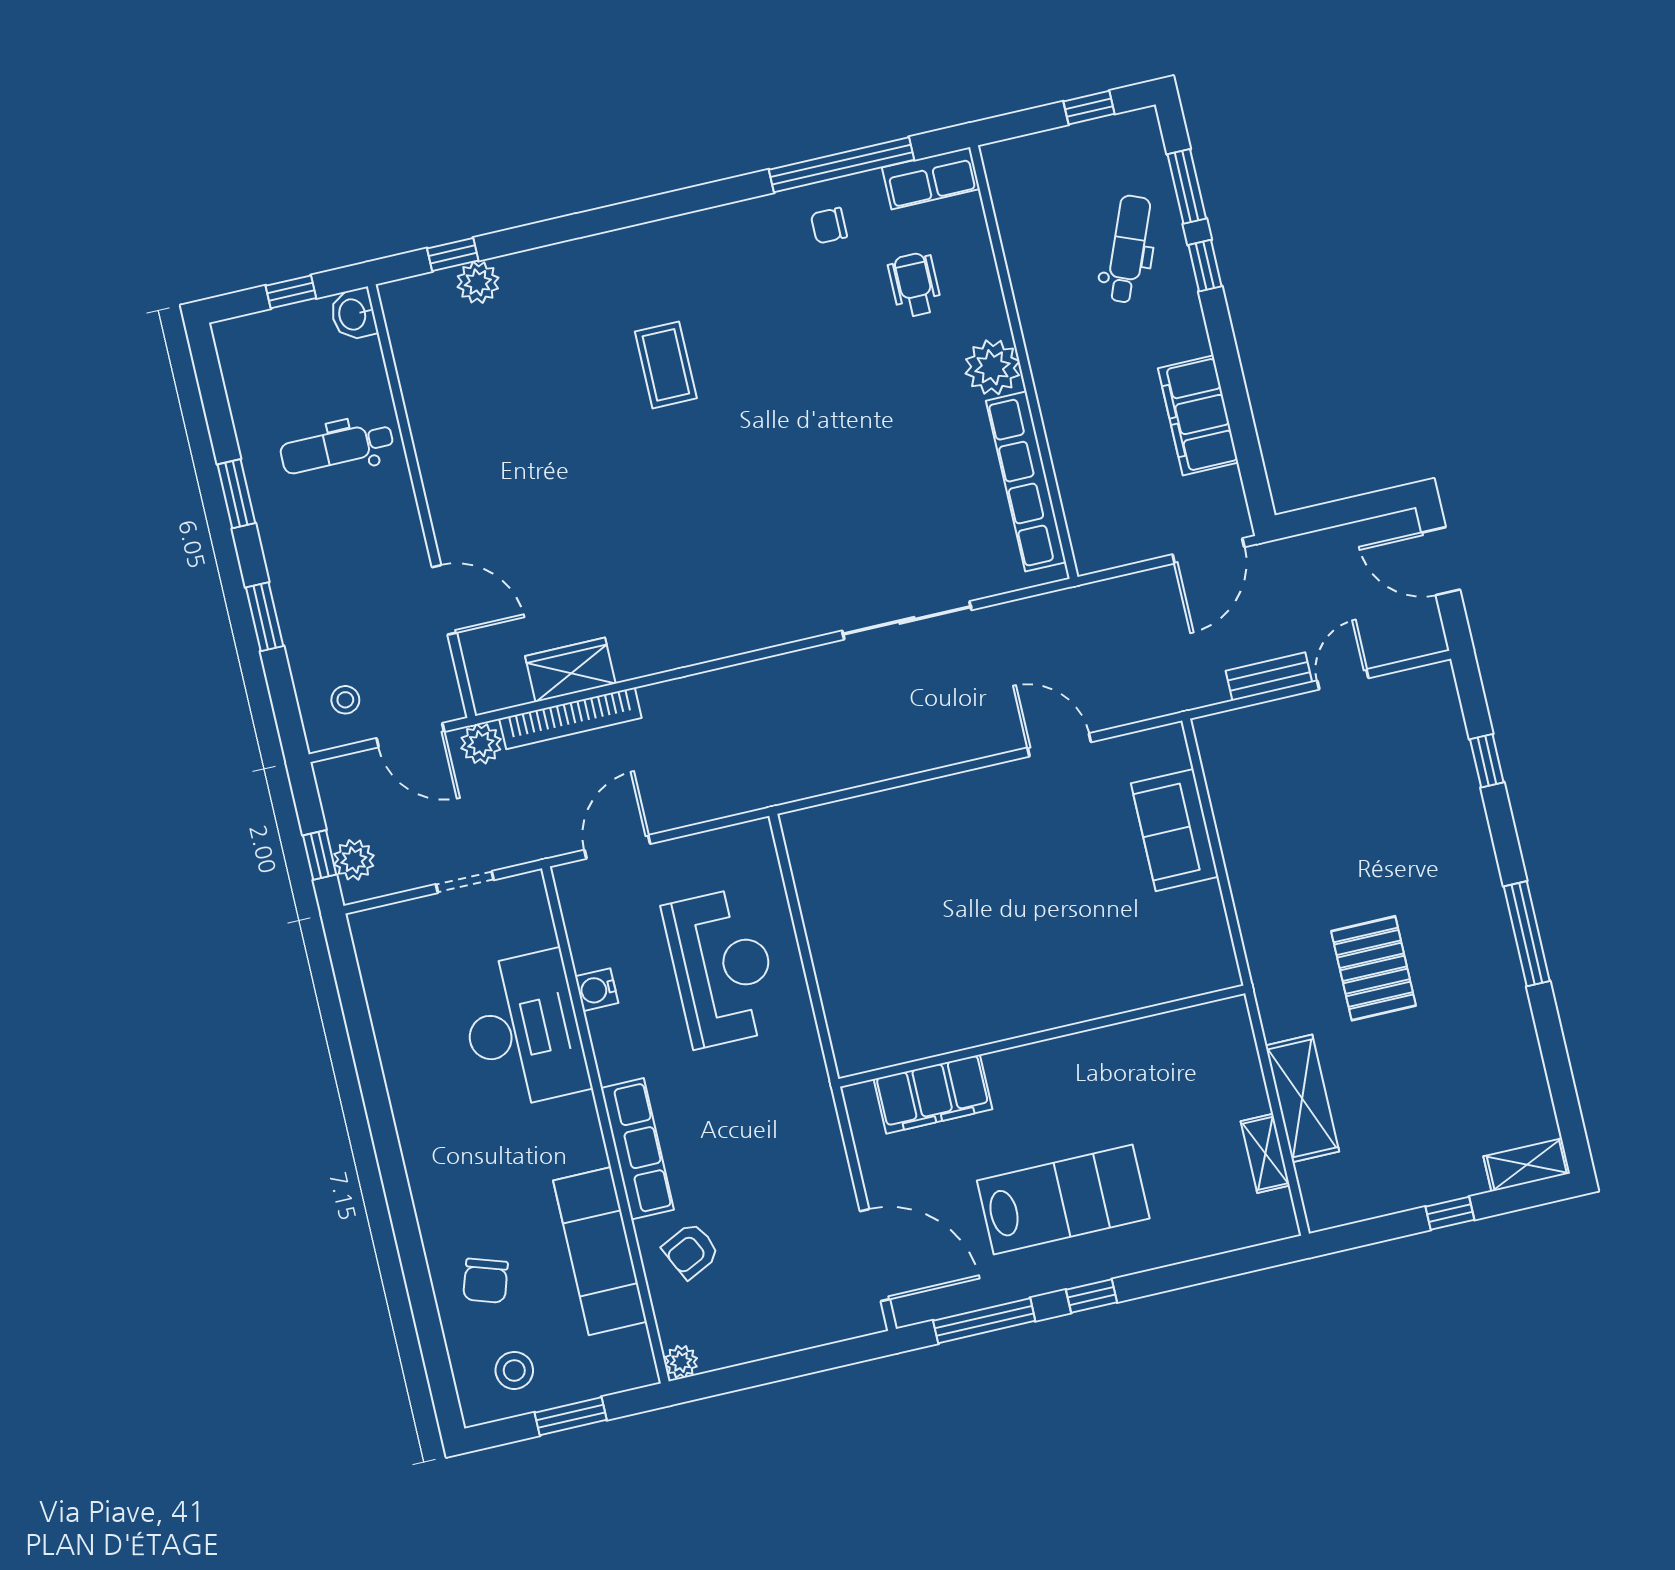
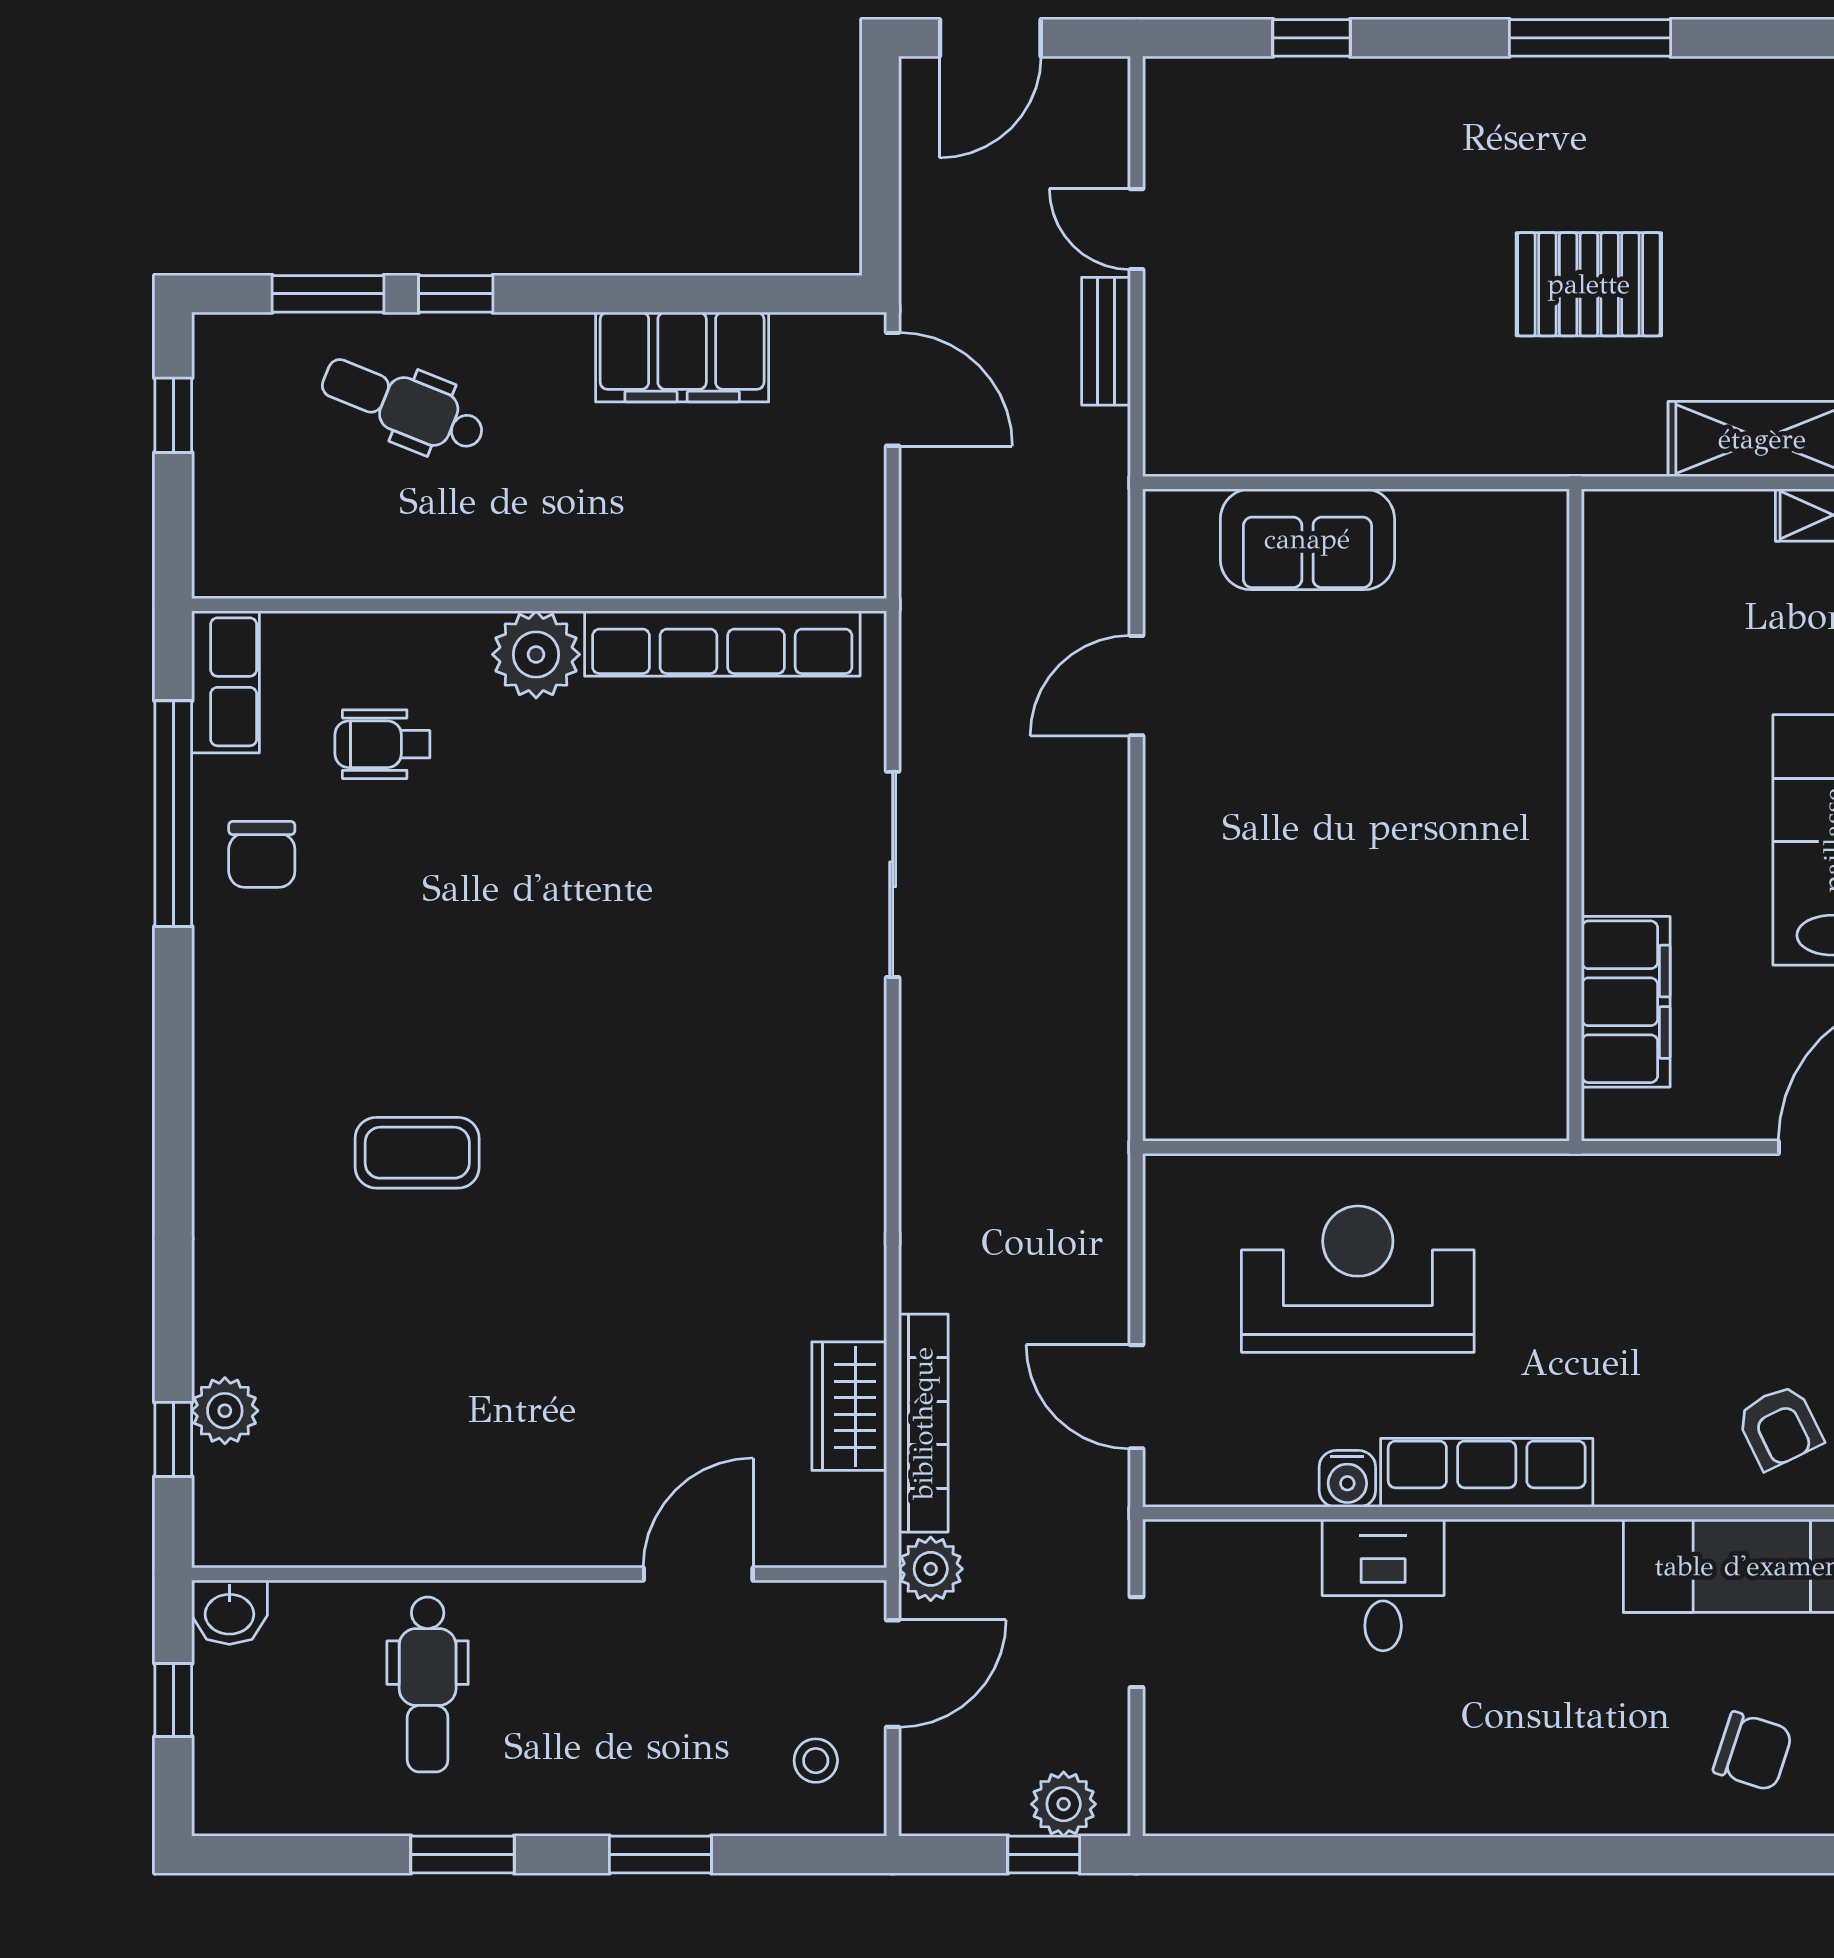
chair: (829, 226) -> (262, 854), width x1.37, depth x1.37
desk: (524, 1030) -> (1383, 1585), width x0.53, depth x0.77
row of seats: (637, 1149) -> (1487, 1473), moved

